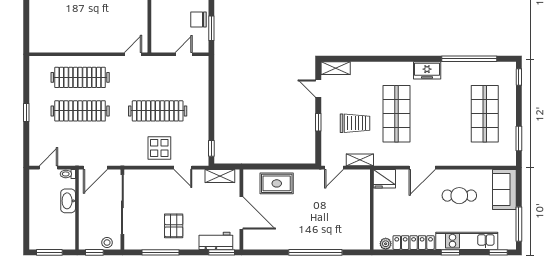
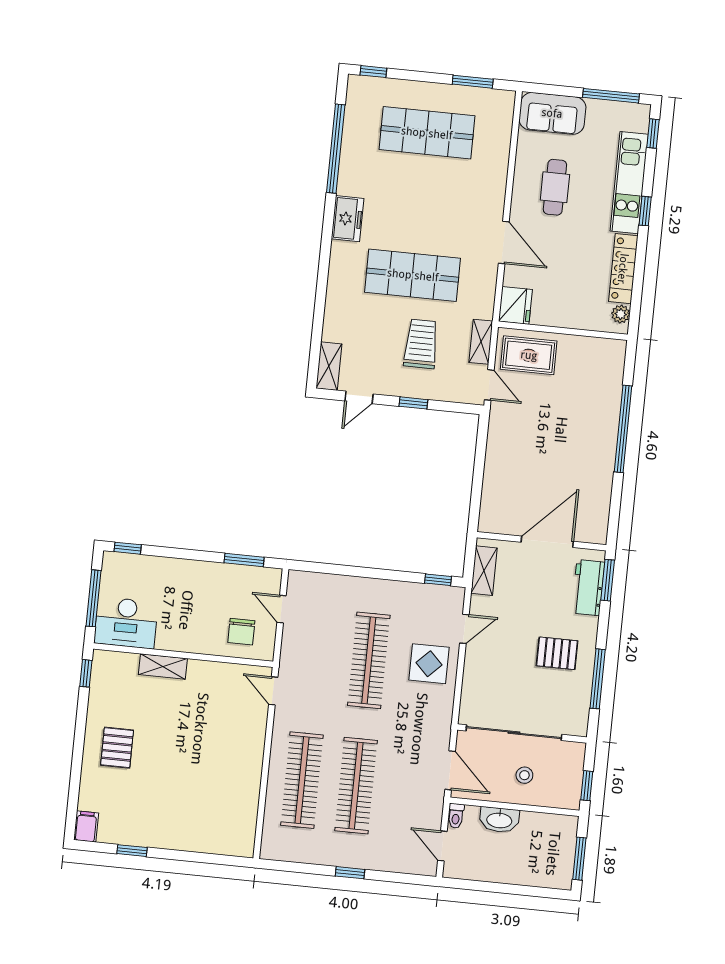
chair: (198, 20) -> (241, 632), moved
rug: (277, 183) -> (529, 355), moved, turned 90
stool: (107, 243) -> (524, 775), moved

